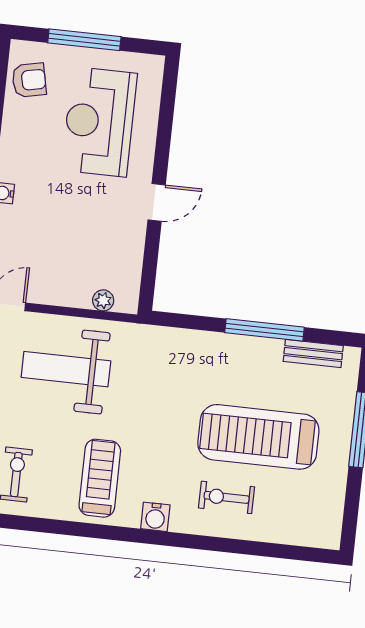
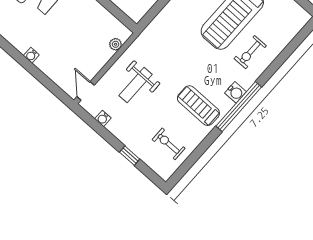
weight bench: (66, 369) -> (136, 85), width x0.73, depth x0.75
window: (138, 536) -> (239, 107), added

